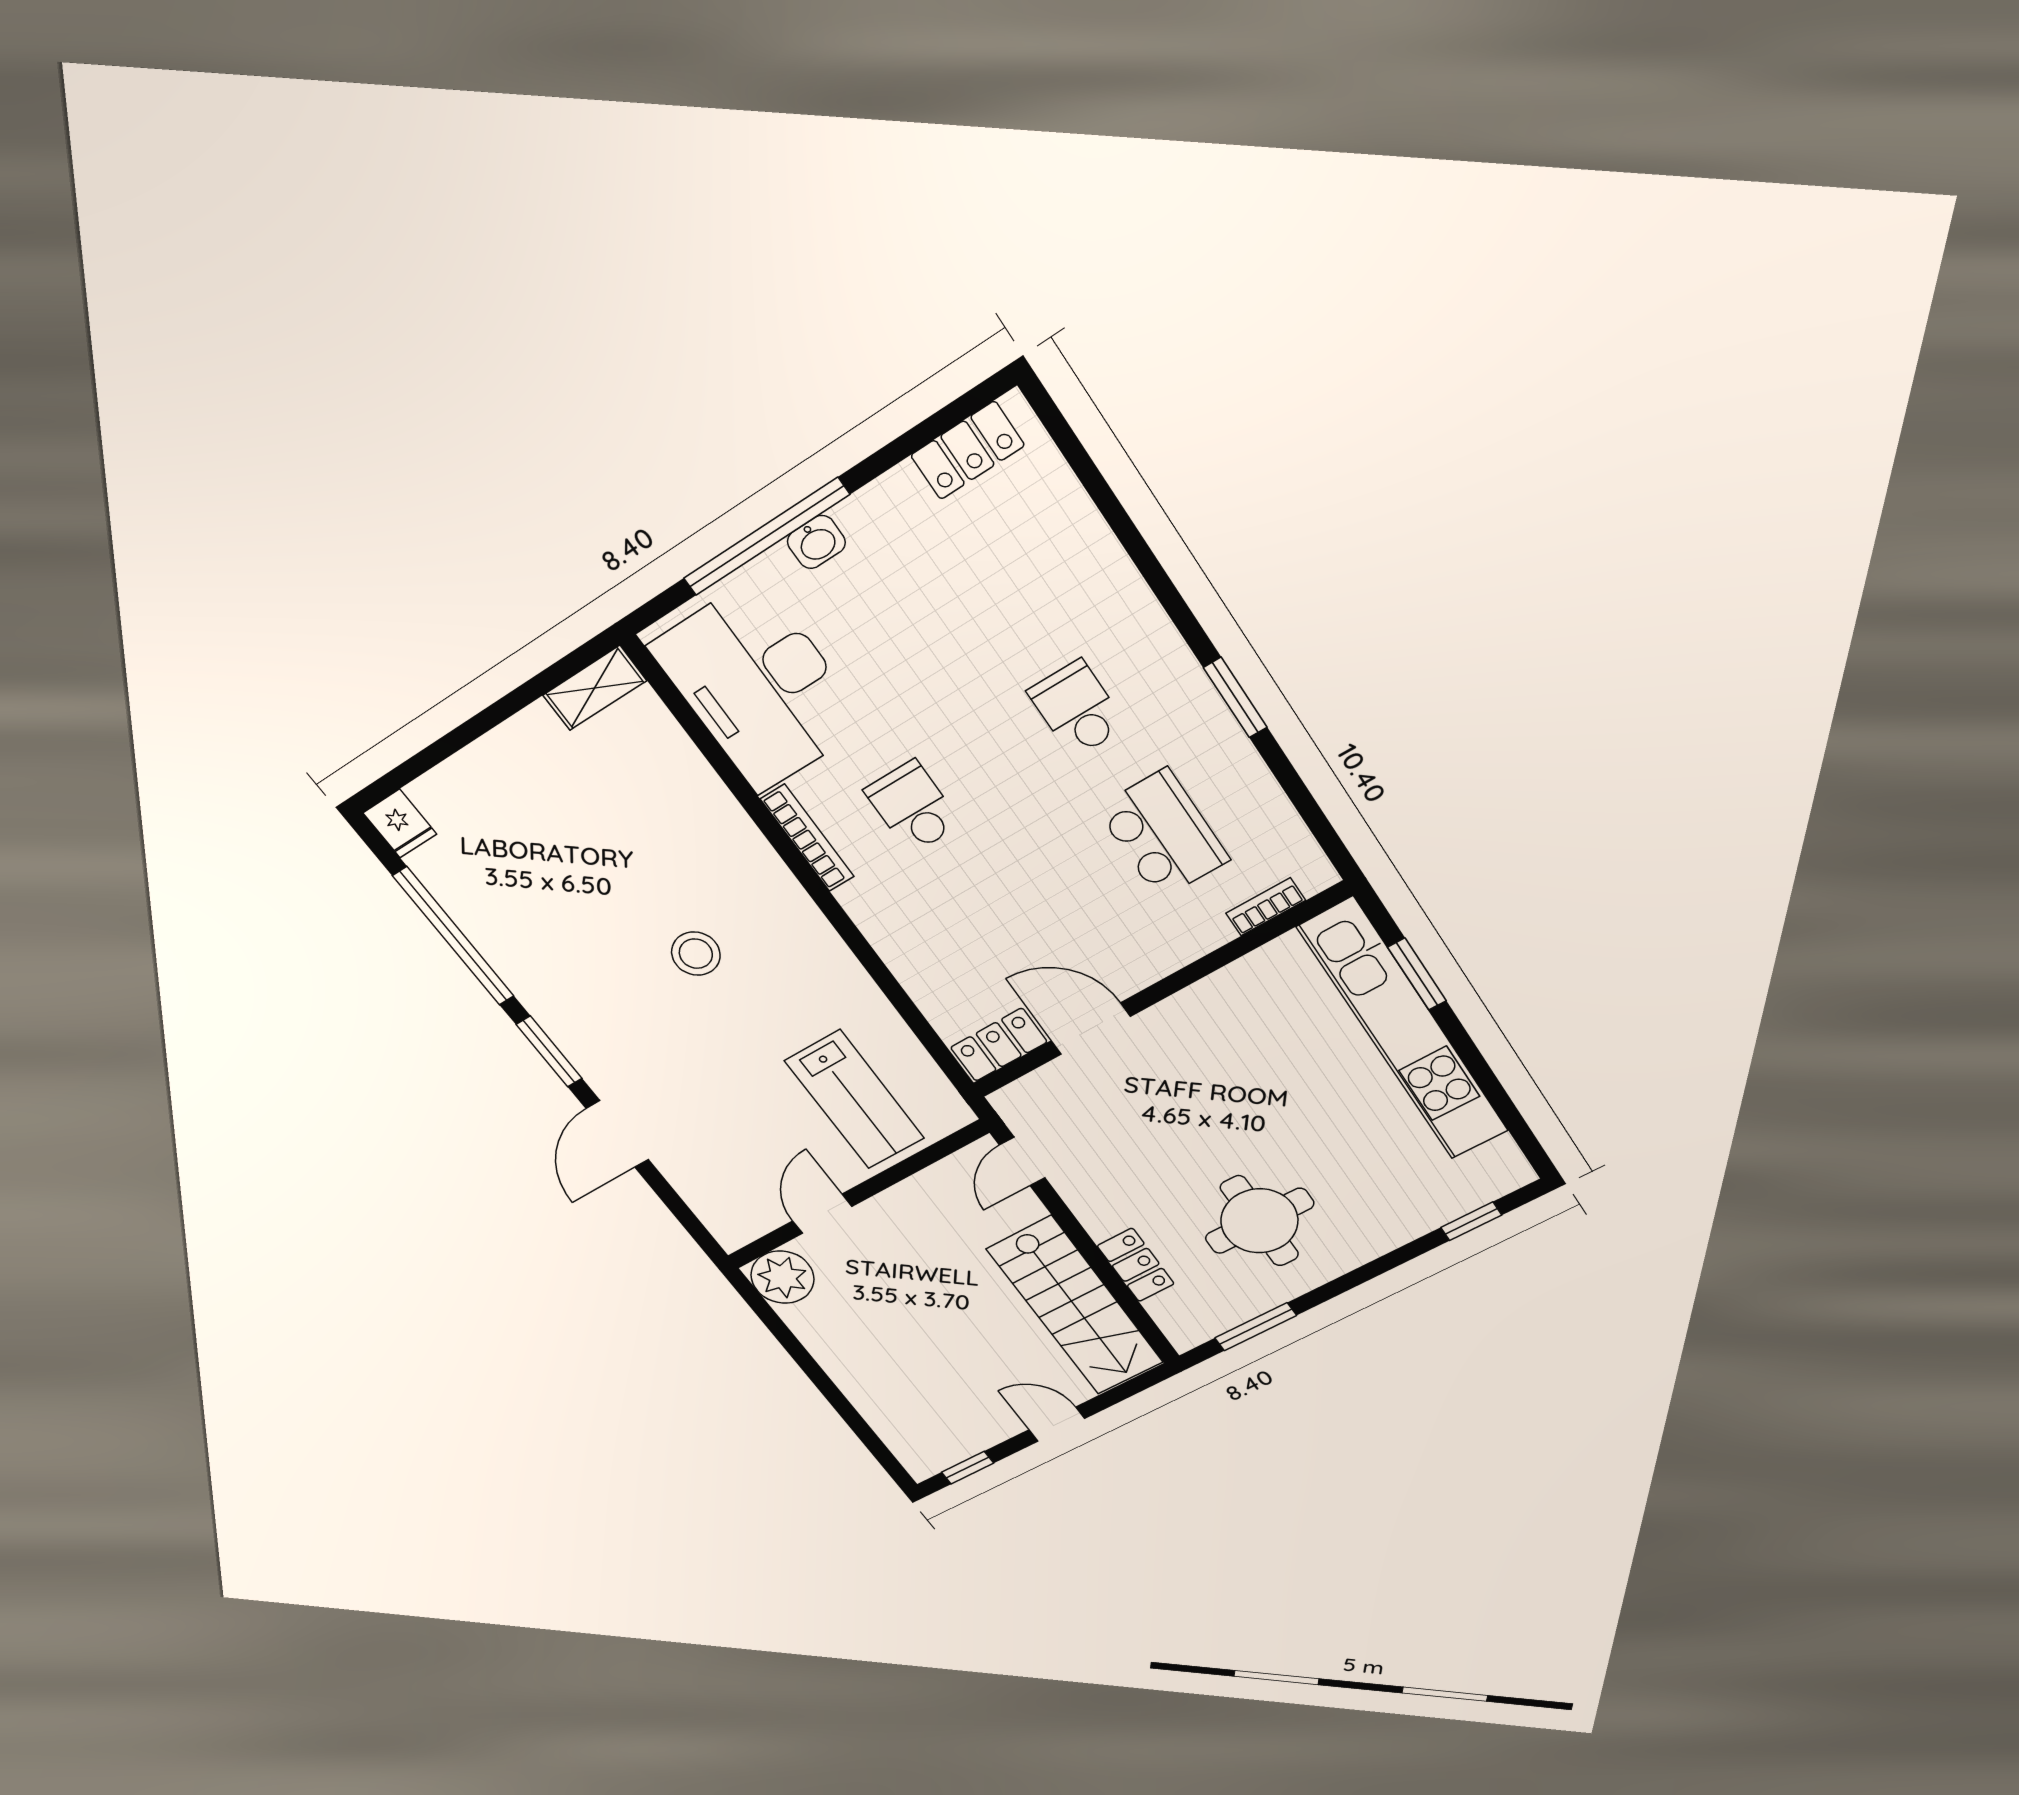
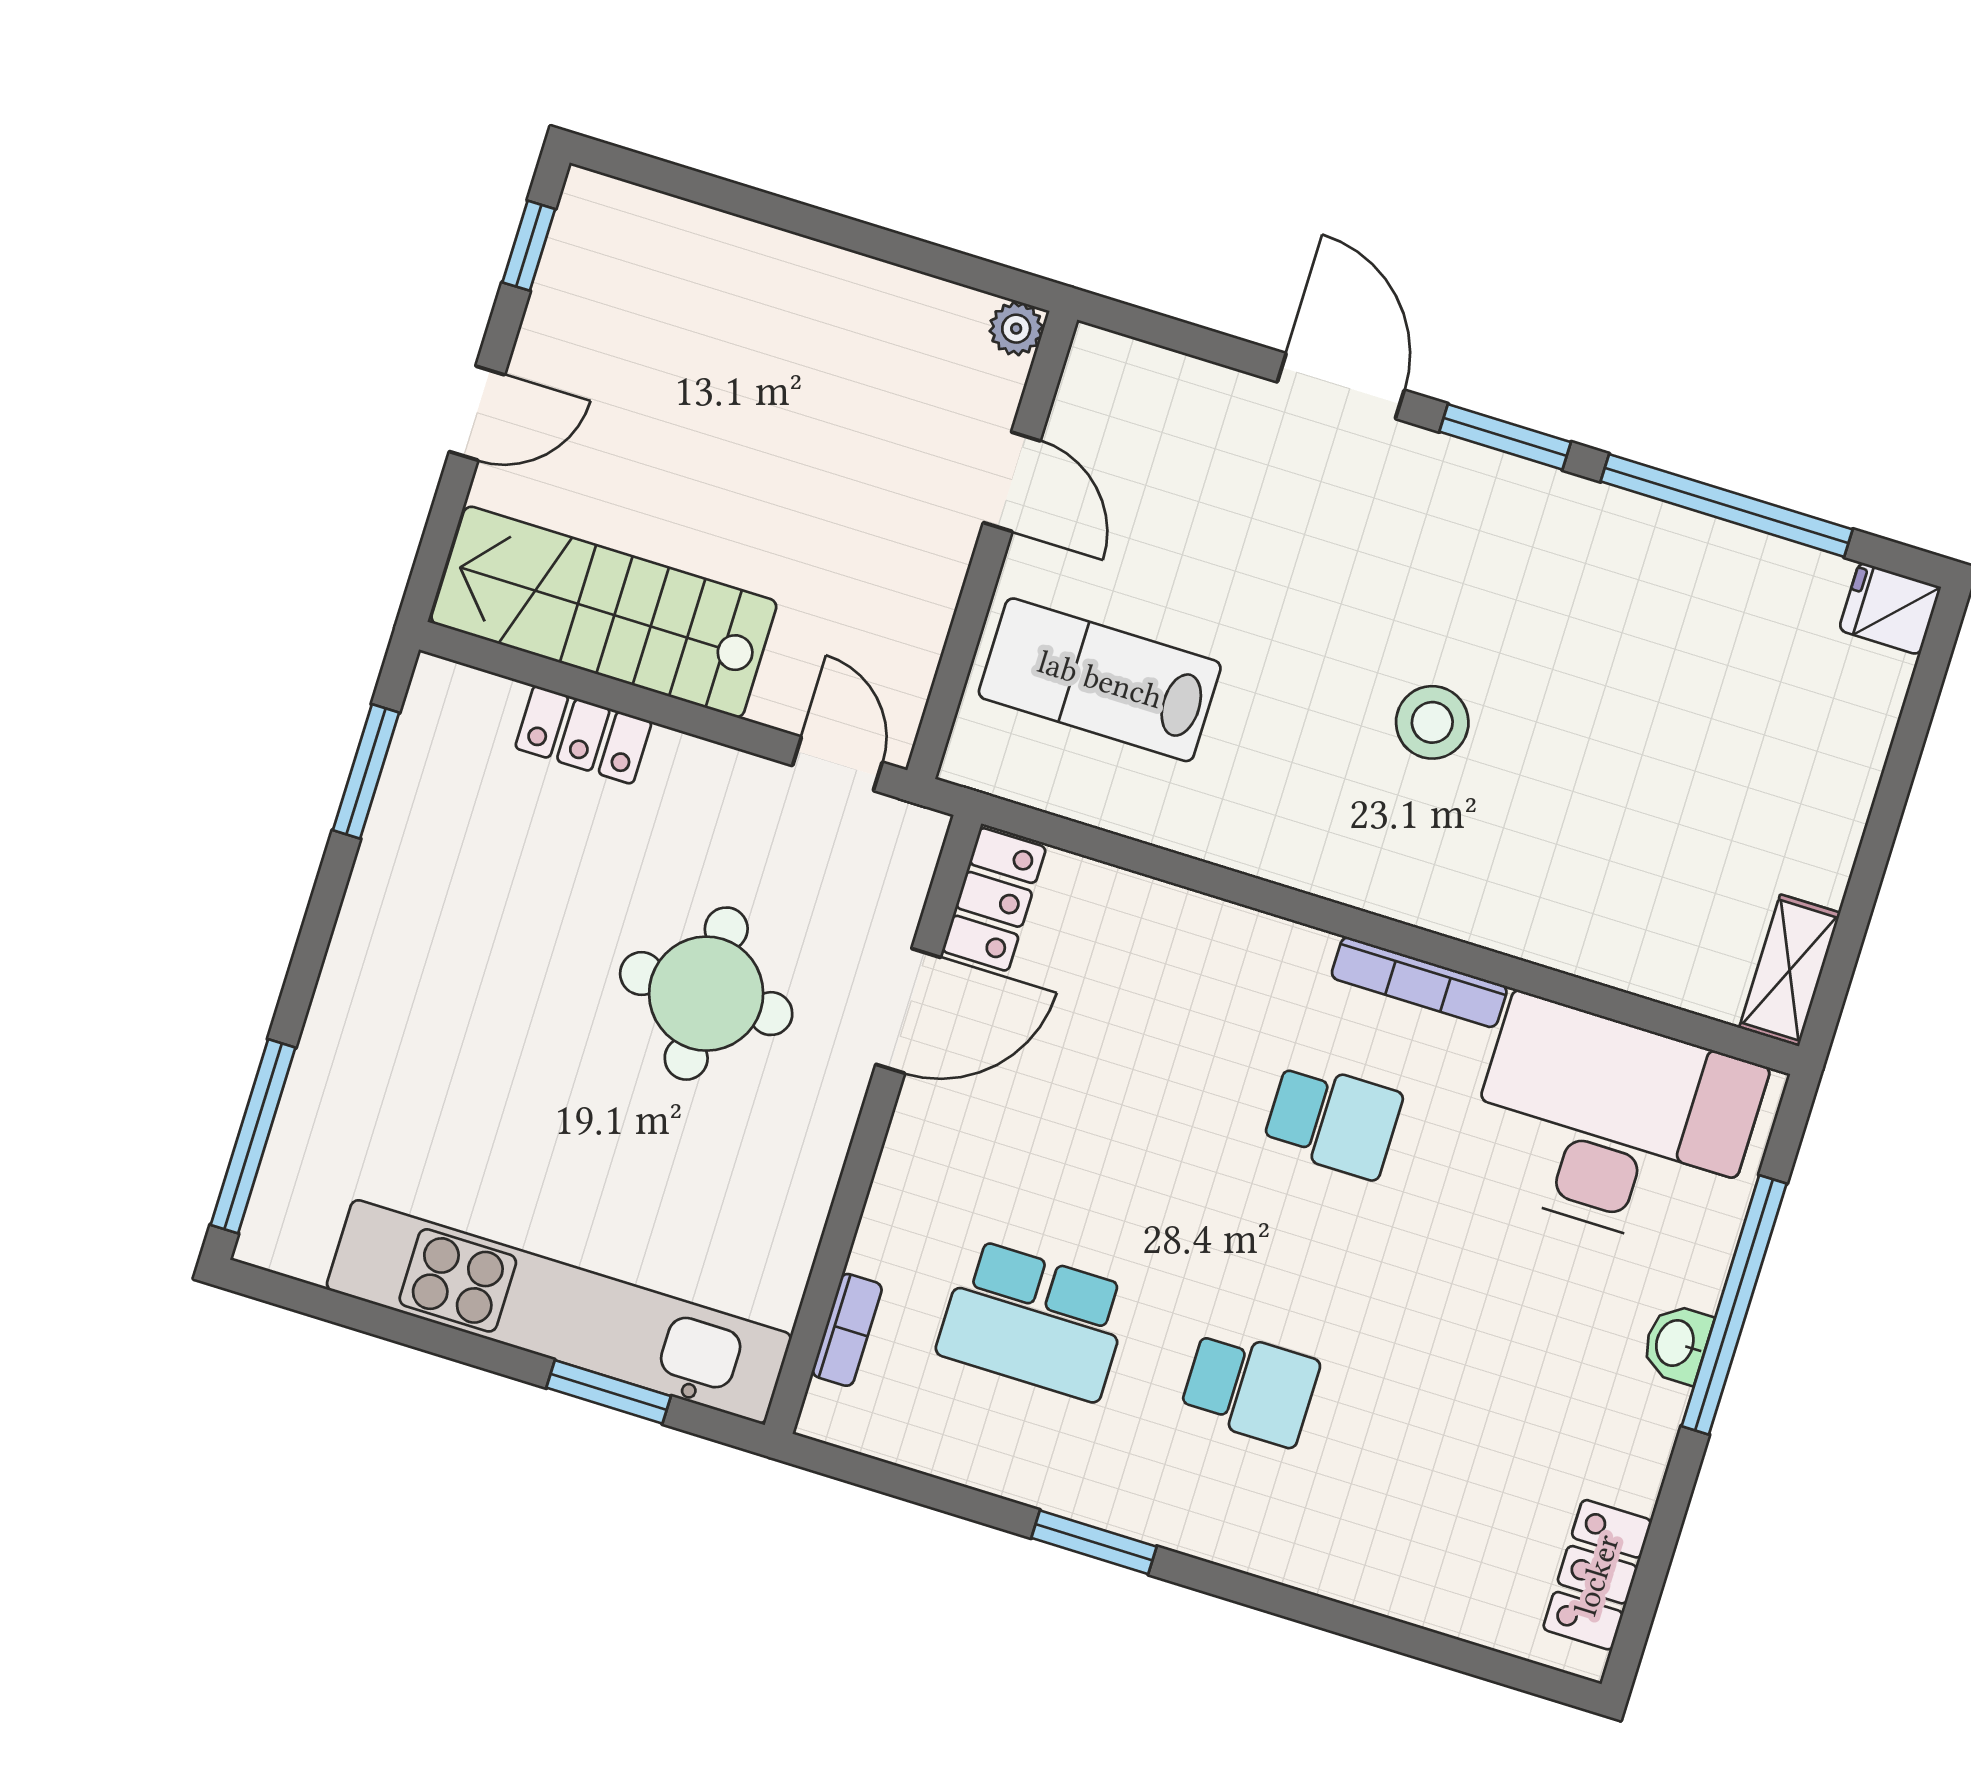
round table: (1259, 1221) -> (706, 994), moved
window: (1471, 1221) -> (253, 1136), width x2.17
plant: (783, 1277) -> (1016, 329), width x0.53, depth x0.53

